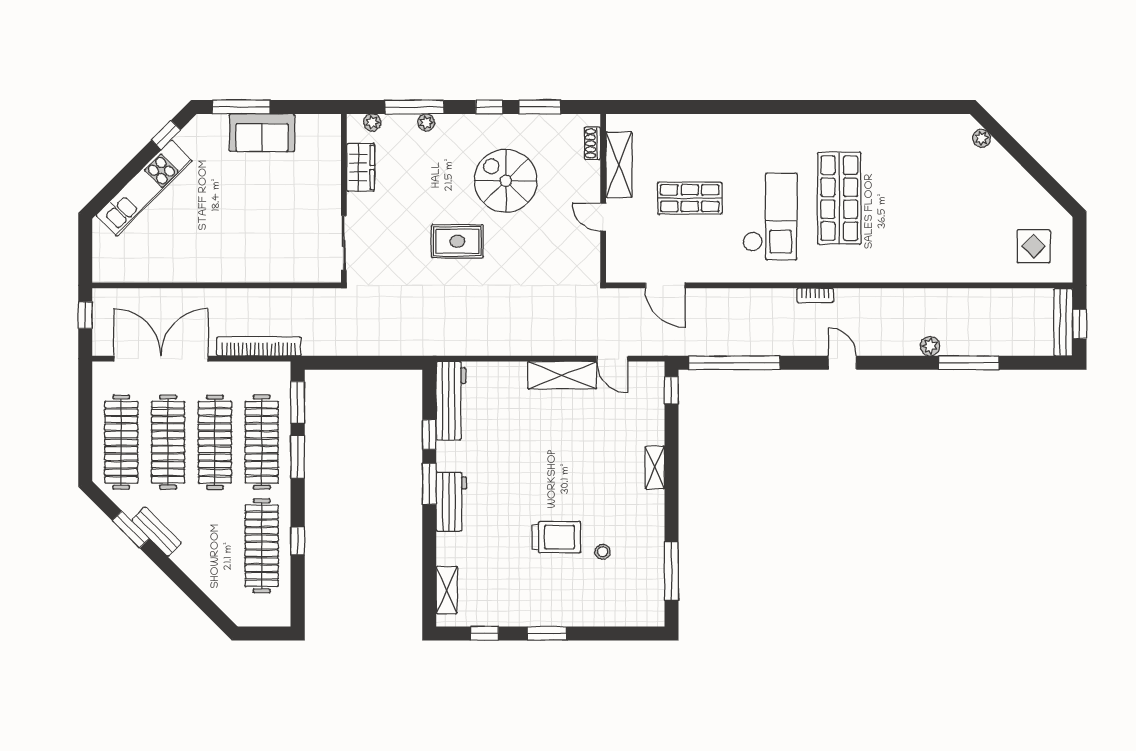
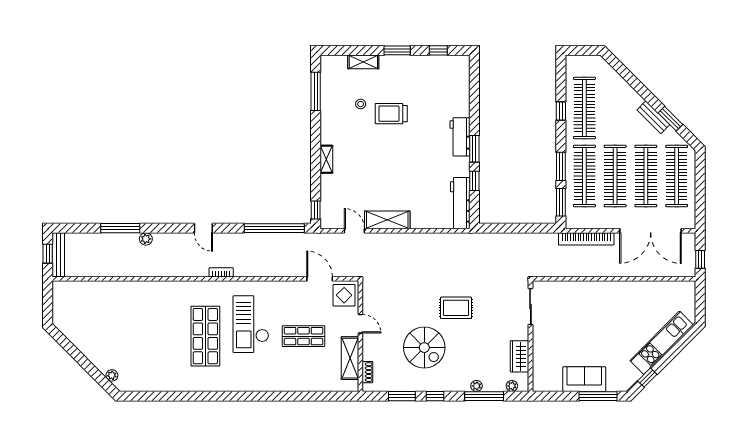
display table: (1034, 246) -> (344, 295), moved
shelving: (447, 590) -> (363, 62), moved, turned 90

